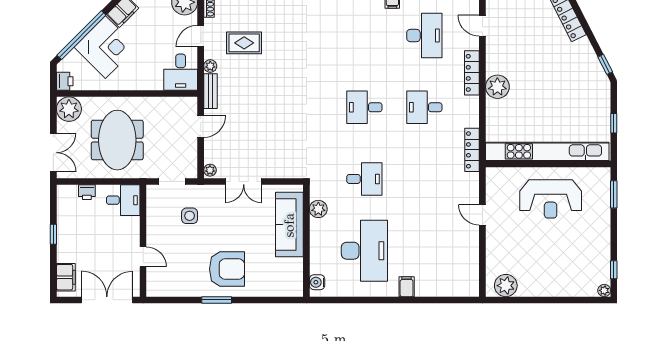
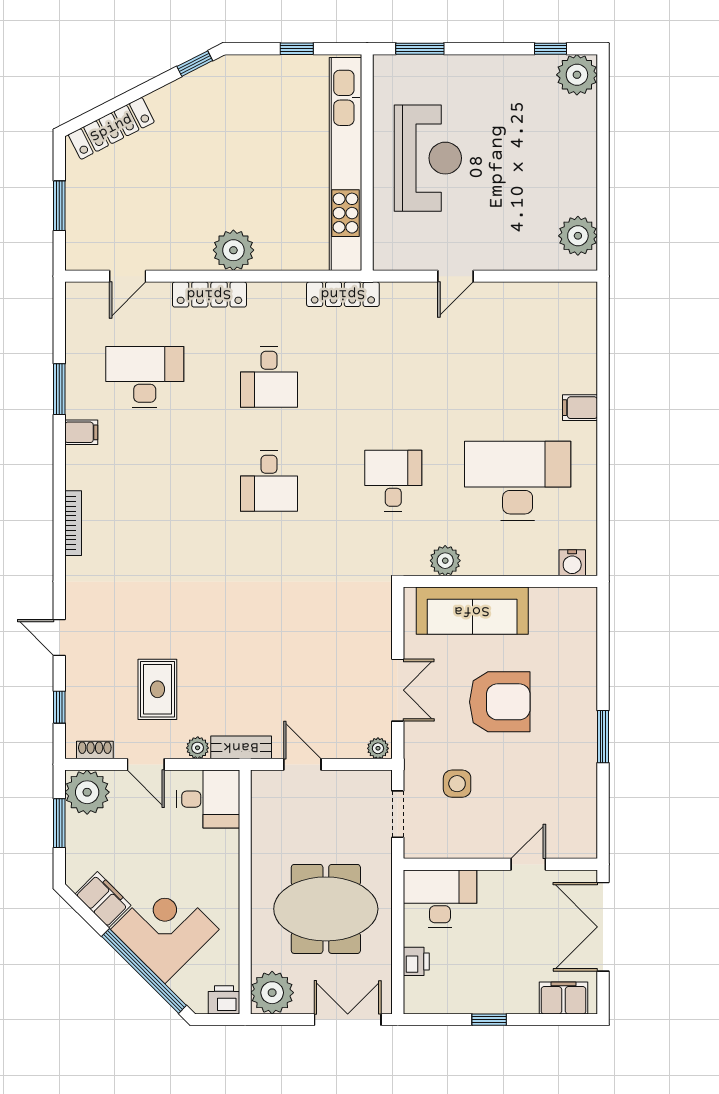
desk: (123, 200) -> (440, 899), width x1.37
armchair: (227, 269) -> (500, 702), moved, turned 90
plant: (604, 290) -> (577, 75), width x1.88, depth x1.88

